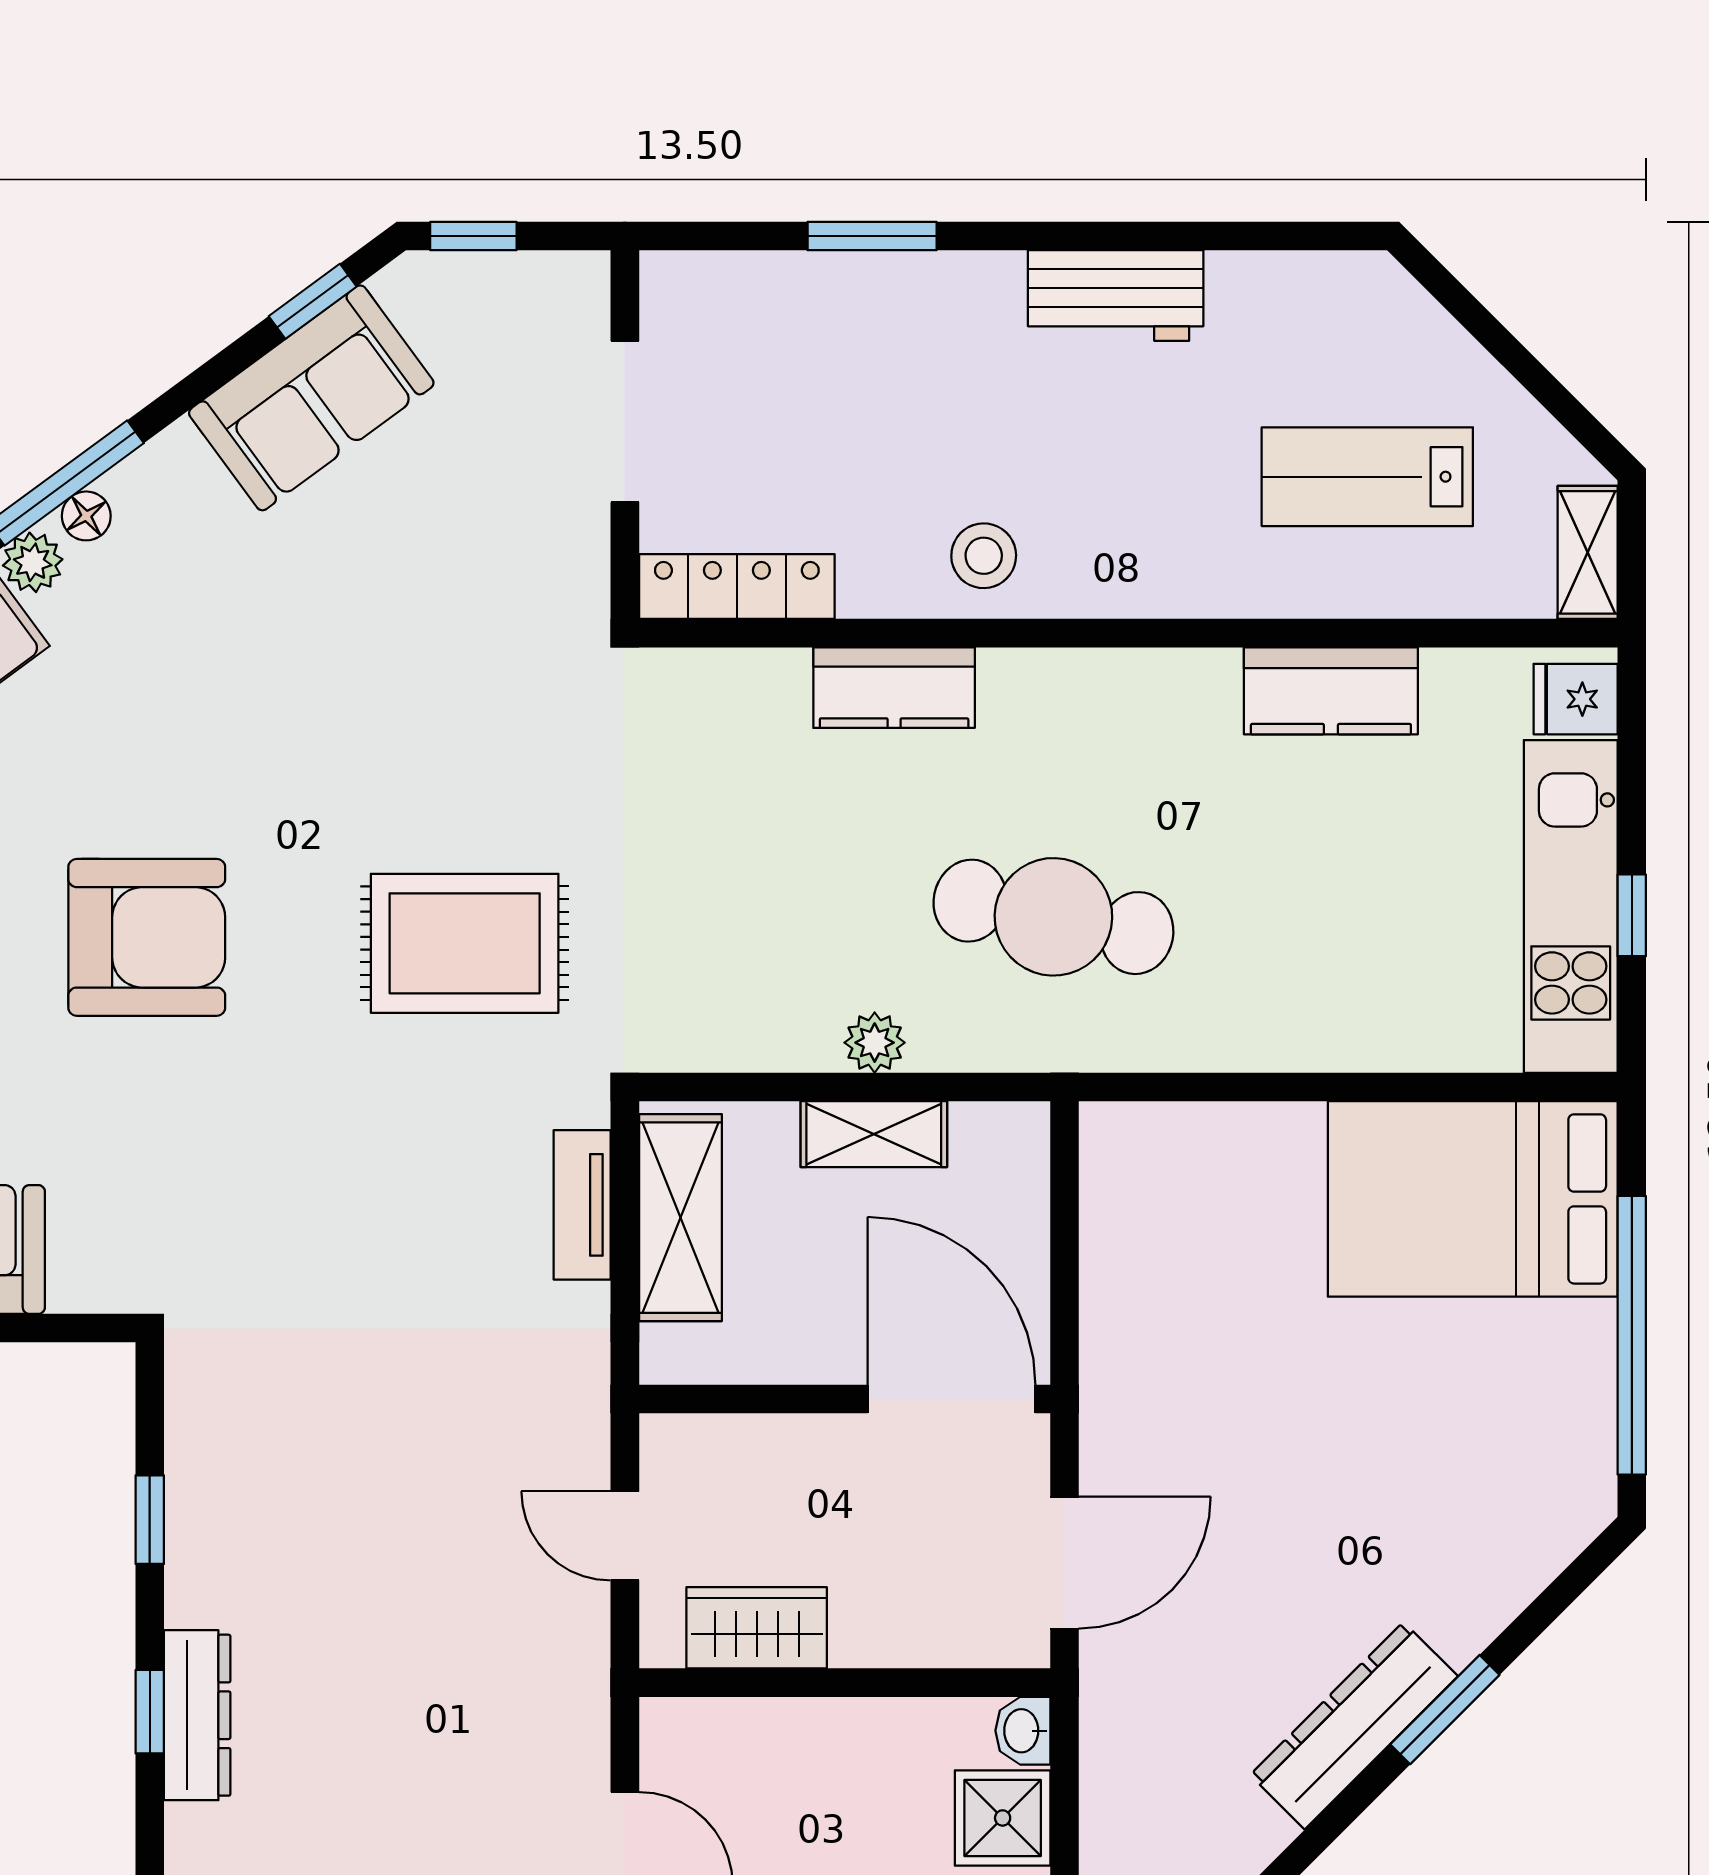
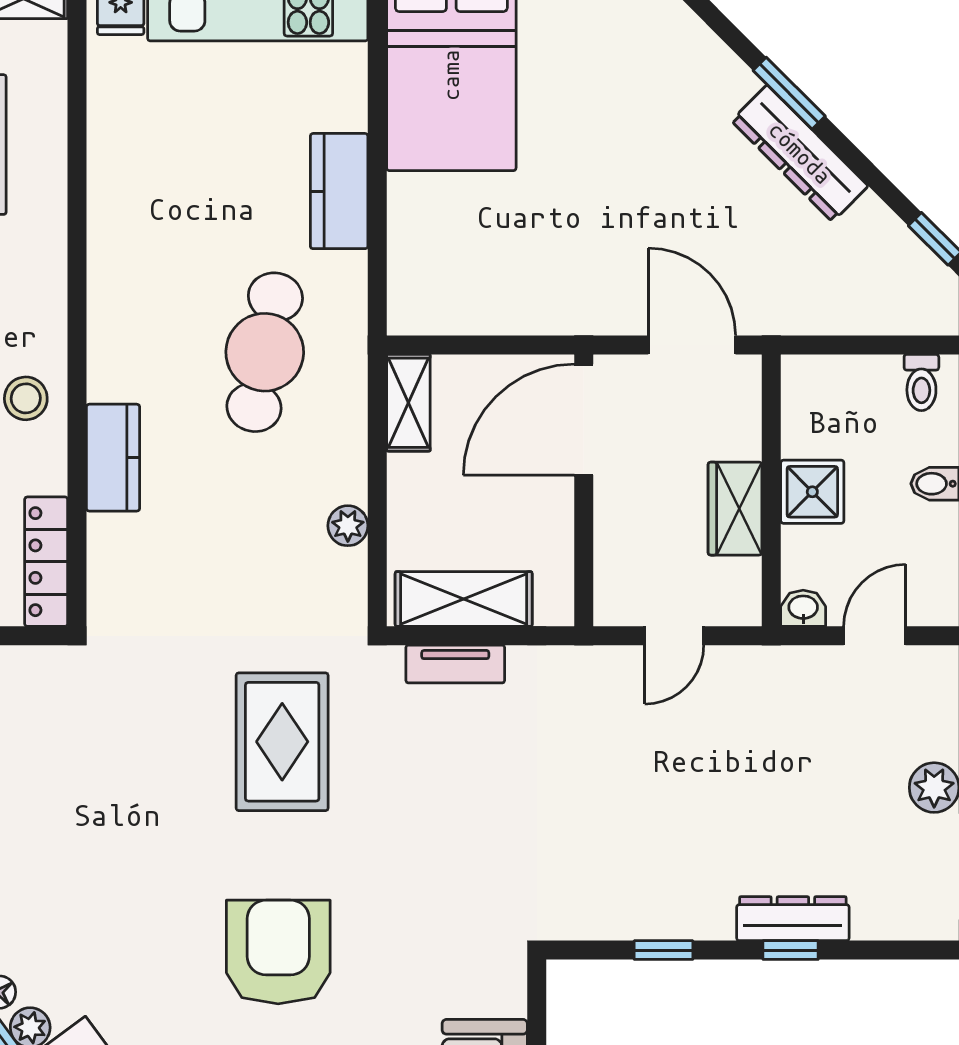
kitchen counter: (1331, 691) -> (339, 191), moved, turned 180
plant: (875, 1043) -> (348, 526), moved
shelving: (874, 1134) -> (408, 403), moved
wardrobe: (757, 1628) -> (735, 509), moved
washbasin: (1023, 1731) -> (803, 608), moved, turned 180
shower: (1003, 1818) -> (812, 492), moved

